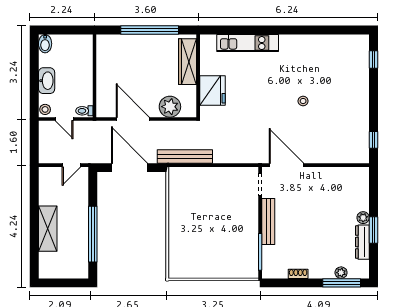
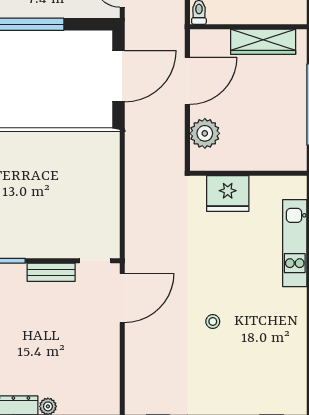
wardrobe: (188, 62) -> (263, 42), moved, turned 180
bench: (185, 157) -> (134, 154), removed
bench: (268, 222) -> (51, 272), width x0.73

